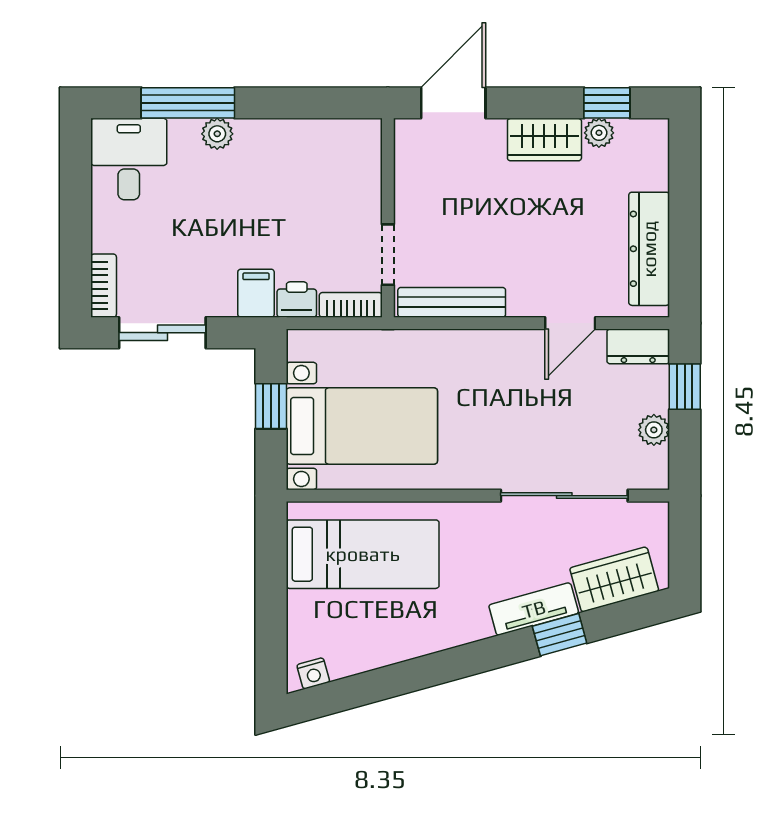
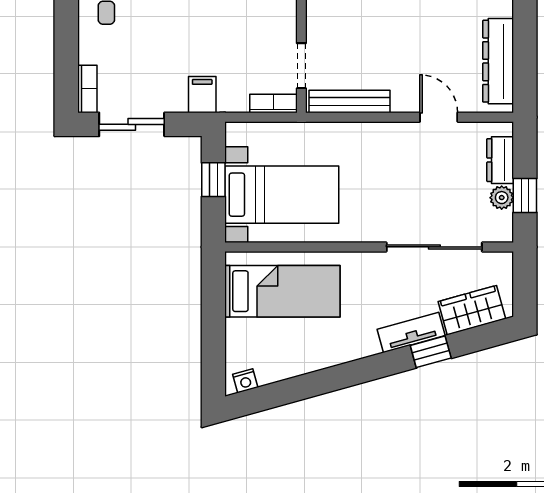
printer: (297, 300) -> (233, 99), removed
door: (570, 323) -> (439, 117), swing flipped
dresser: (638, 346) -> (500, 160), moved, turned 90
window: (685, 387) -> (525, 195), moved

